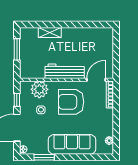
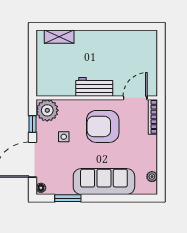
shelving: (50, 32) -> (59, 37), moved
window: (17, 49) -> (33, 58), removed
workbench: (65, 71) -> (94, 87), width x0.73
plant: (39, 89) -> (47, 110), moved

